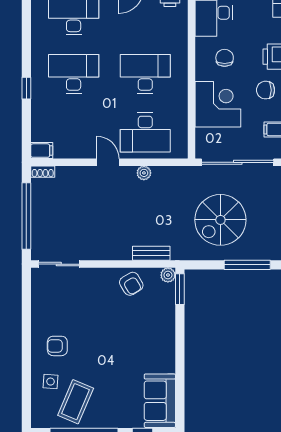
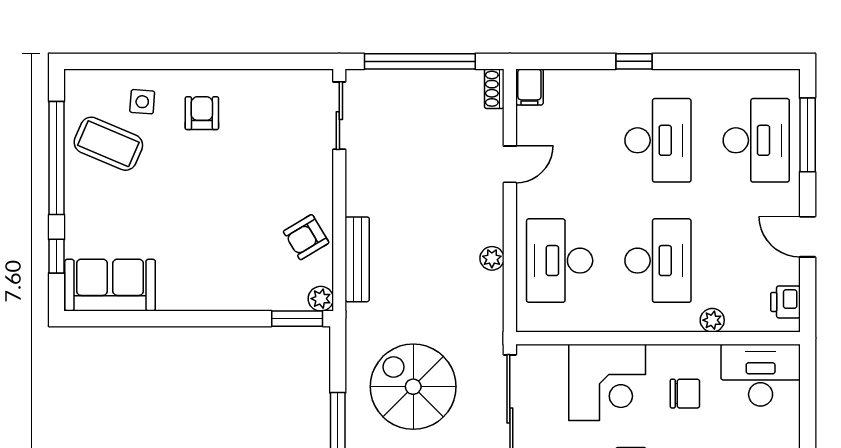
plant: (181, 42) -> (712, 320), added
door: (108, 162) -> (510, 164), moved
bench: (151, 253) -> (357, 259), width x1.36

